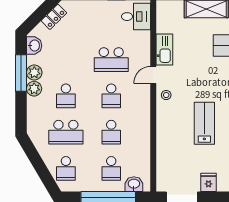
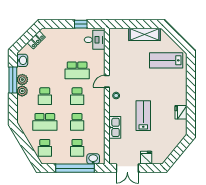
kitchen sink: (164, 49) -> (115, 127), moved

